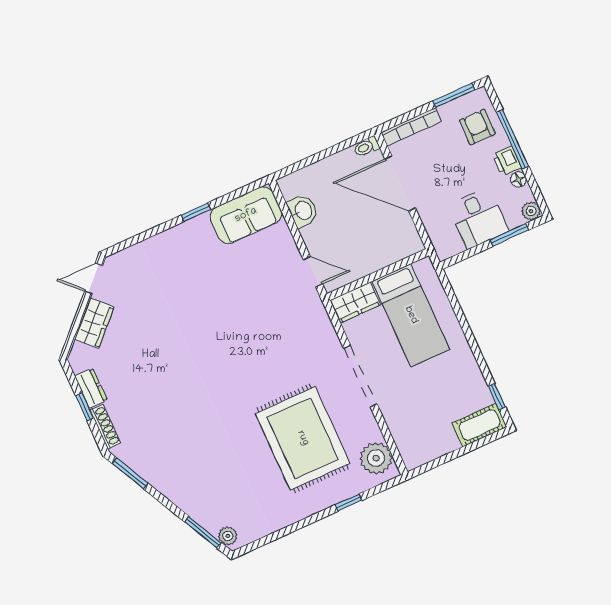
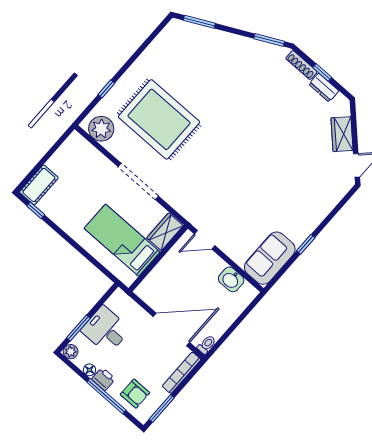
plant: (228, 536) -> (181, 27), removed

